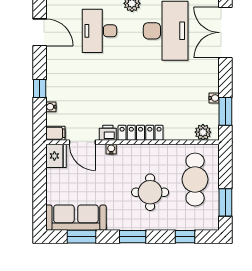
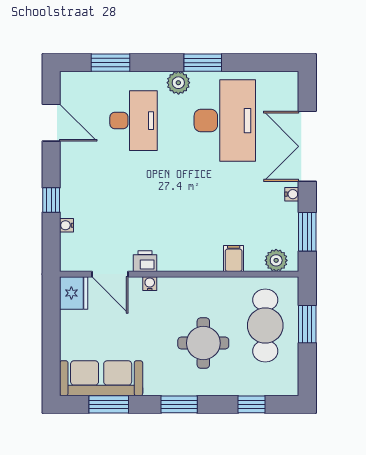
desk: (99, 31) -> (134, 121), turned 180
double door: (225, 33) -> (307, 146), moved
water cooler: (214, 98) -> (292, 194), moved
filing cabinet: (55, 133) -> (234, 258), moved, turned -90
locker: (141, 133) -> (190, 261), removed
window: (225, 202) -> (307, 324), moved

